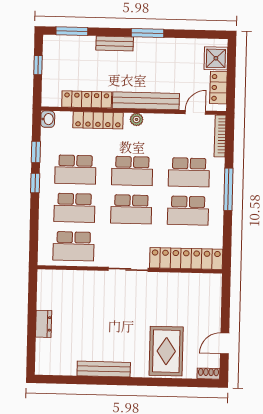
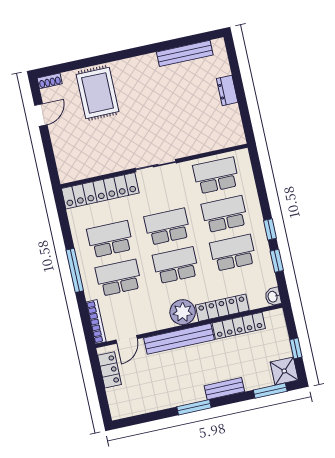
shower: (216, 58) -> (284, 371), moved
plant: (137, 119) -> (183, 312), width x1.87, depth x1.87
bench: (104, 369) -> (185, 53), moved

